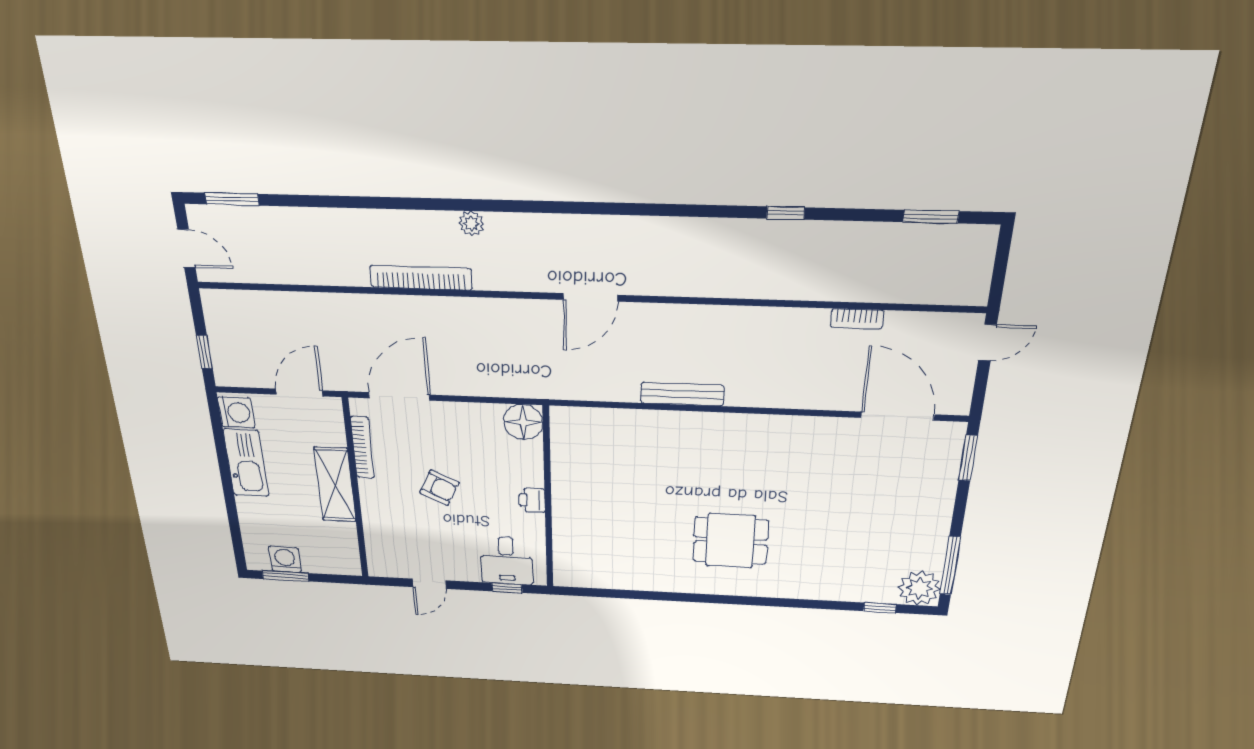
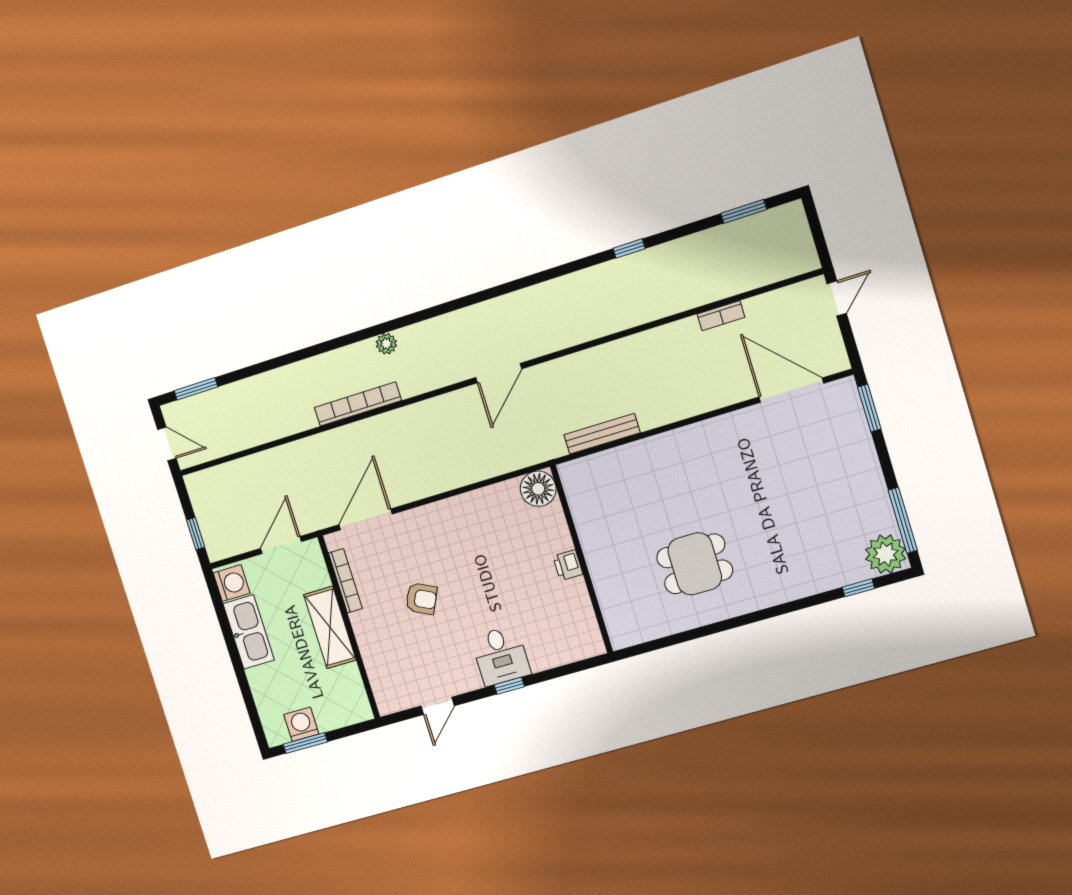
floor lamp: (523, 422) -> (538, 489), moved
wall: (548, 499) -> (582, 559), moved
printer: (532, 500) -> (568, 565), moved

